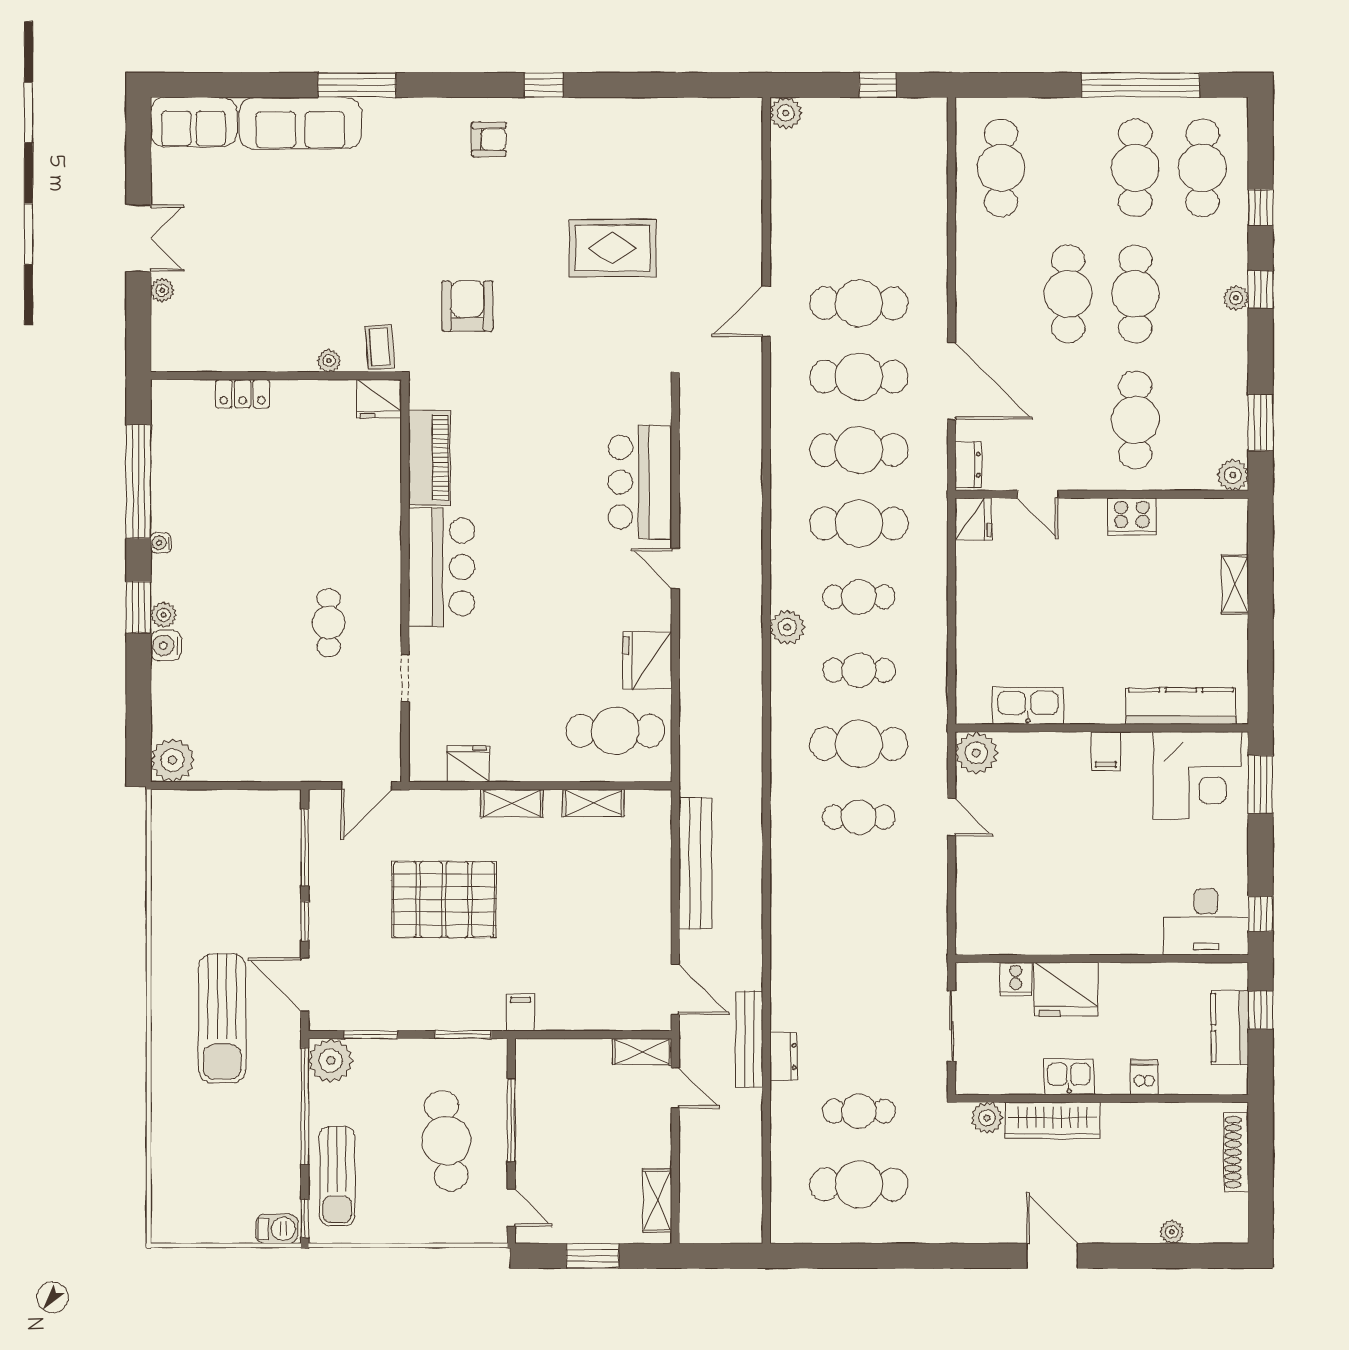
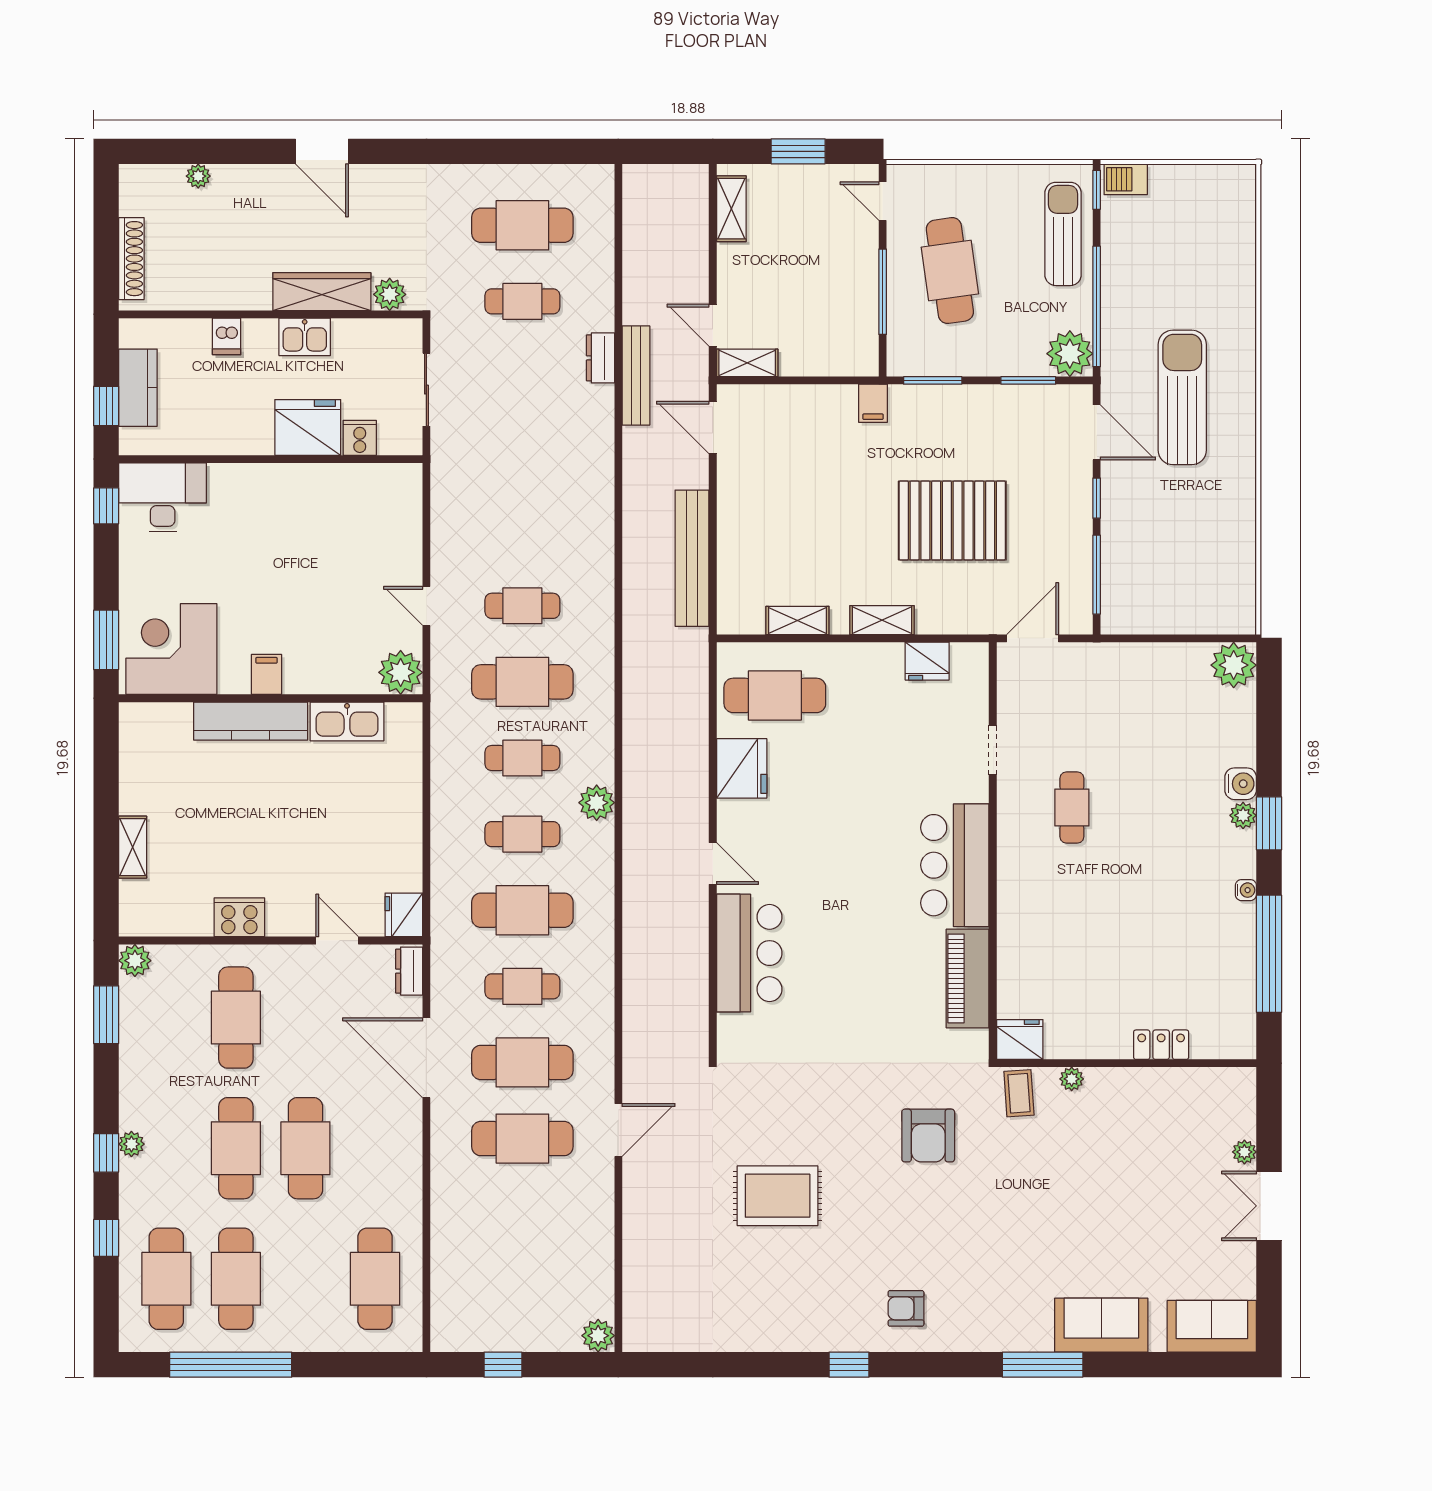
sofa: (300, 123) -> (1101, 1325), width x0.73
cafe table: (859, 450) -> (522, 986), width x0.73, depth x0.74
kitchen counter: (1181, 706) -> (251, 721), moved

